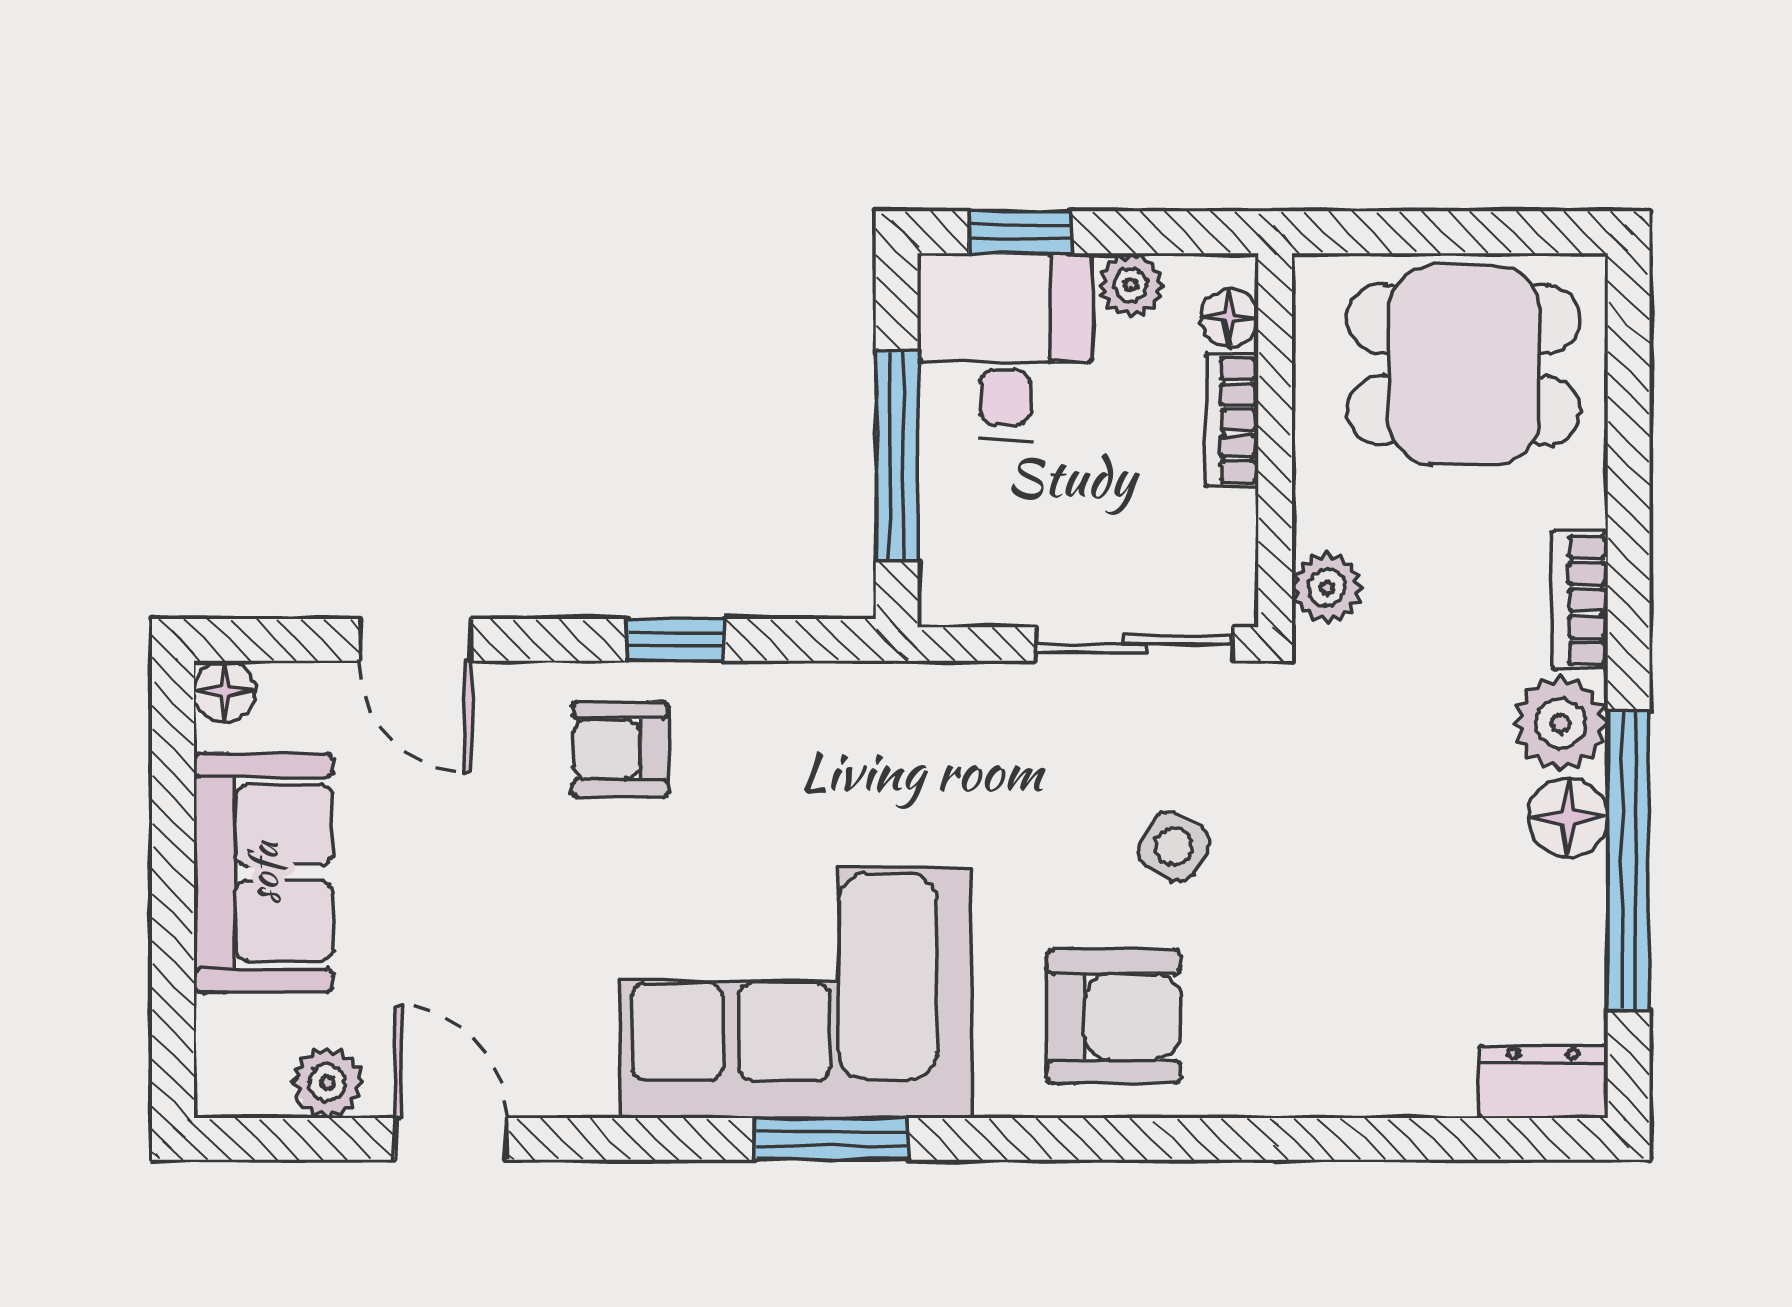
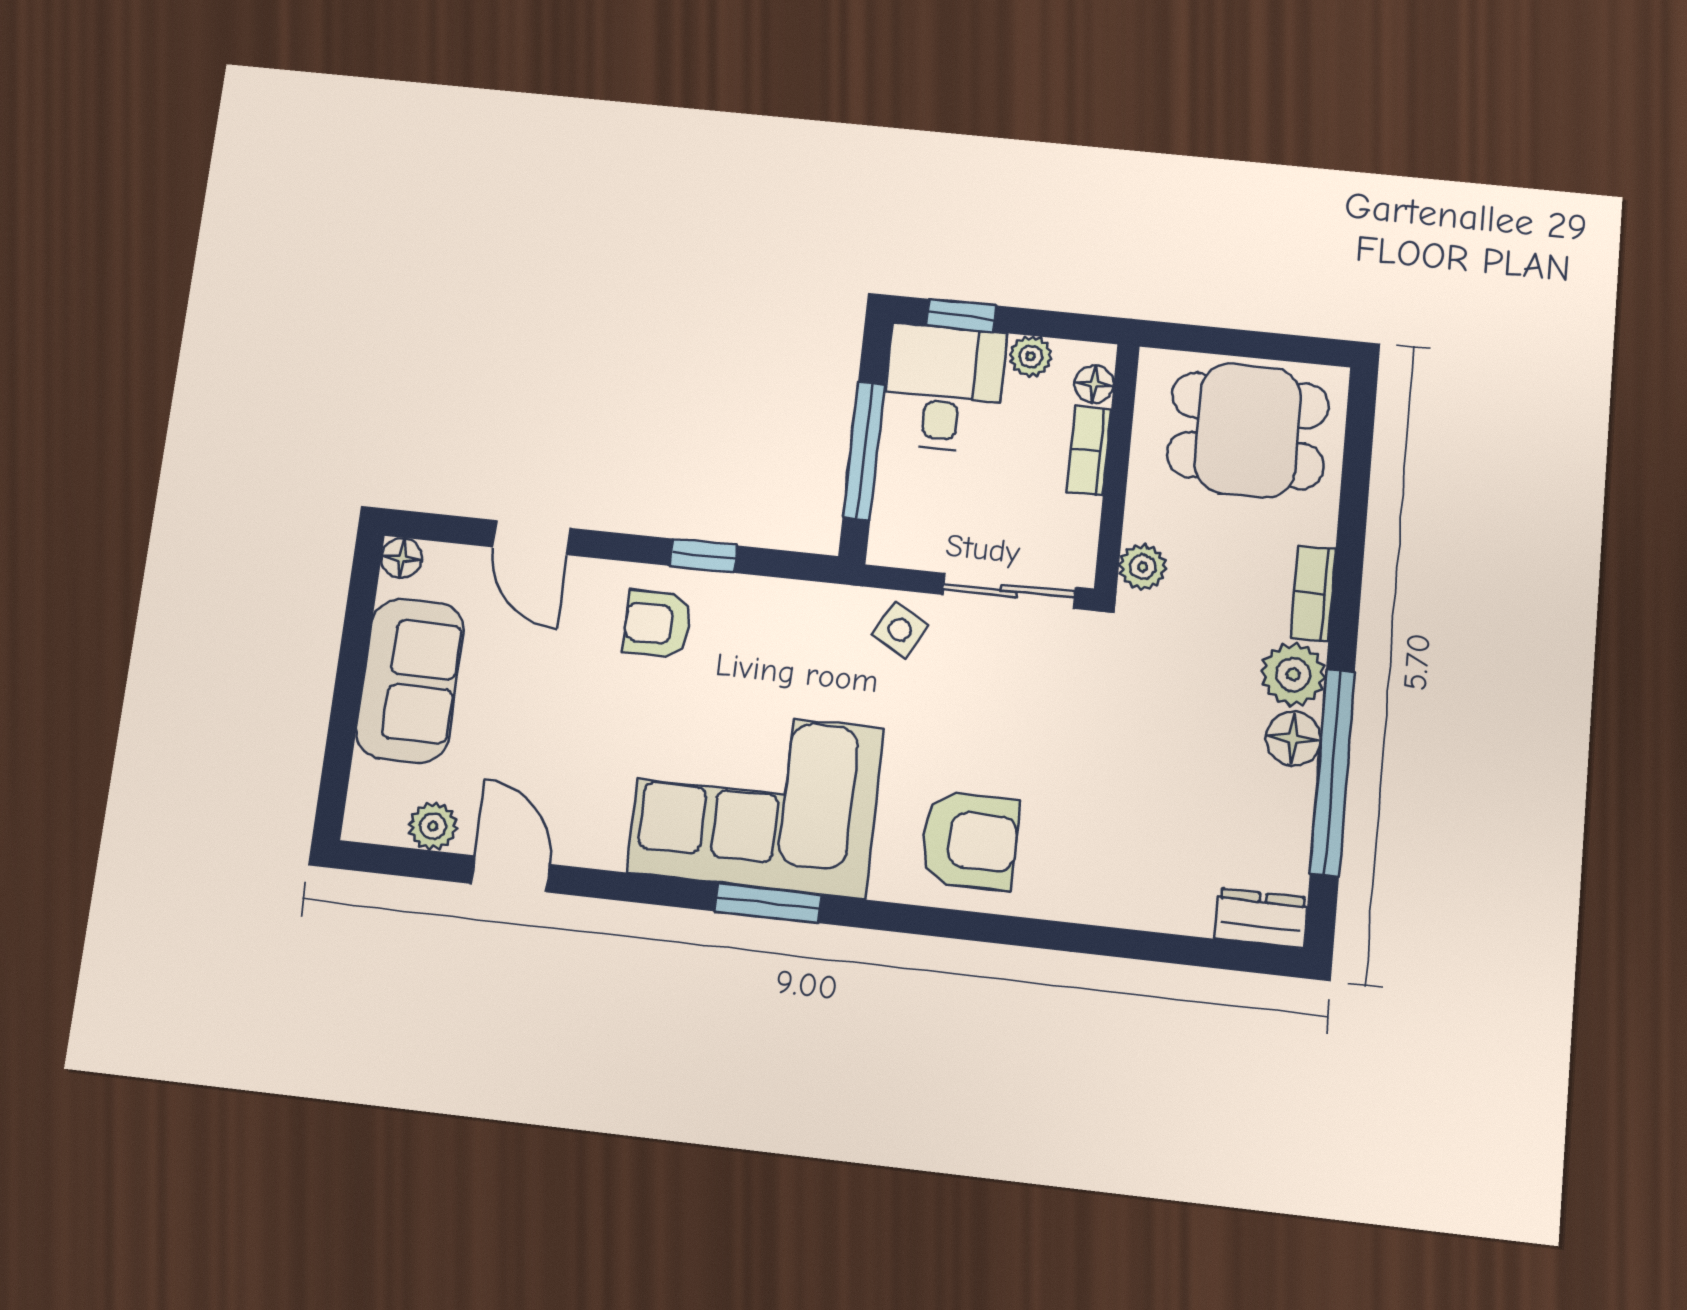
side table: (1174, 847) -> (900, 630), moved

